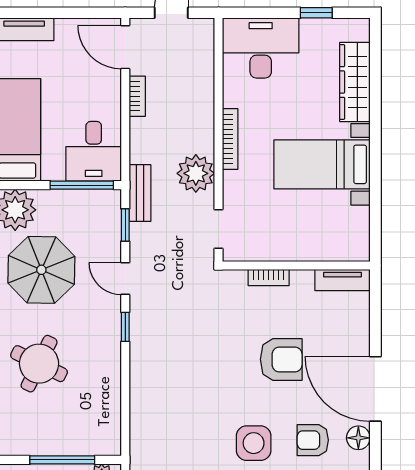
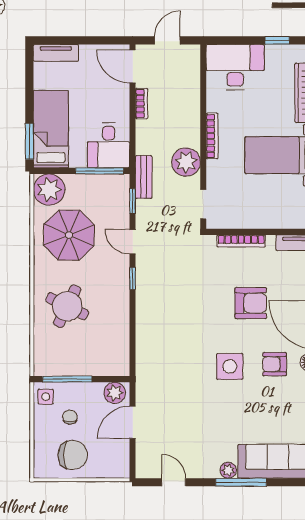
bookcase: (269, 278) -> (241, 241), width x1.56
window: (62, 460) -> (67, 379), moved

